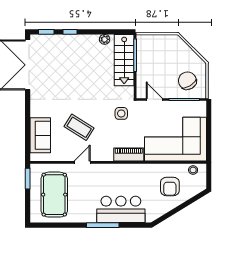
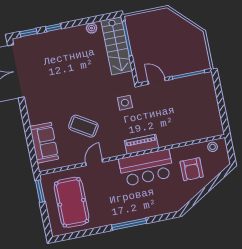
chair: (187, 81) -> (188, 54), removed
corner sofa: (175, 139) -> (187, 118), removed
bar counter: (121, 209) -> (146, 168), moved, turned 180

